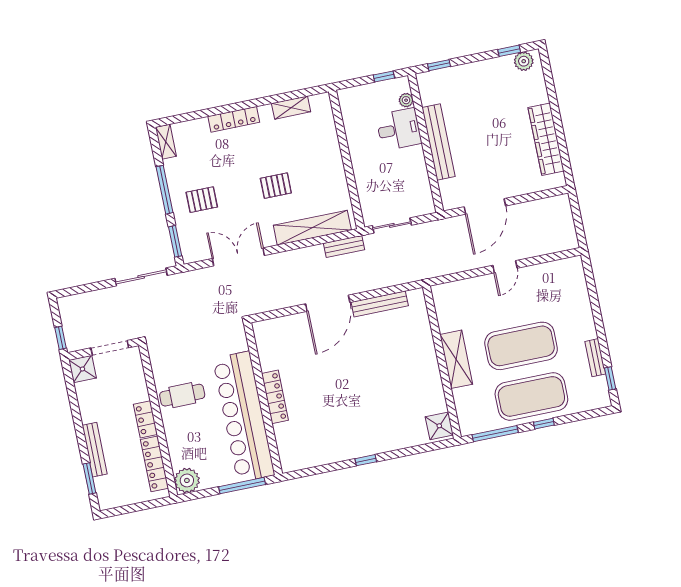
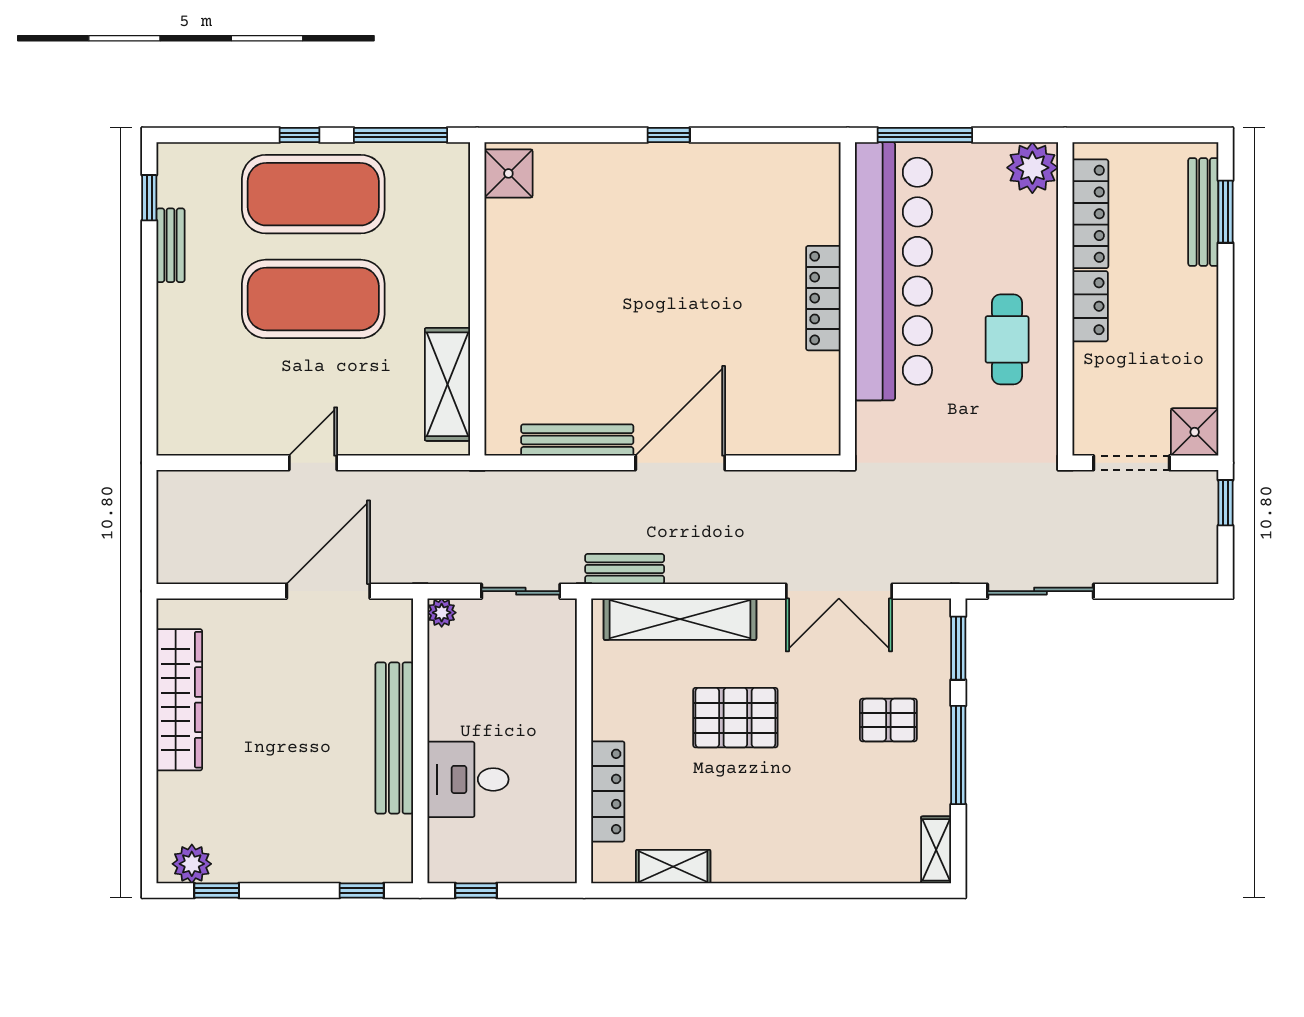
plant: (406, 100) -> (442, 613), moved
locker: (234, 119) -> (608, 791), moved, turned 90
pallet: (276, 186) -> (735, 718), width x1.50, depth x1.42
shelving: (456, 359) -> (447, 384), moved
cafe table: (182, 395) -> (1007, 339), turned 90
bench: (95, 450) -> (1203, 212), moved

